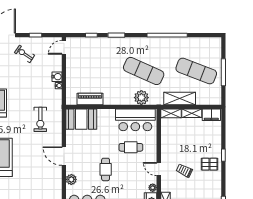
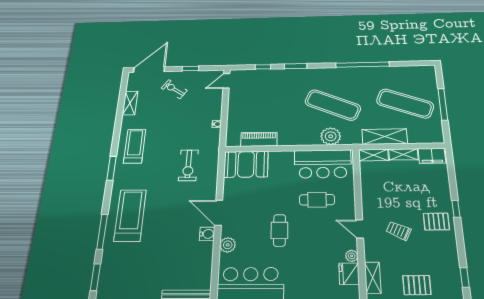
water cooler: (57, 77) -> (207, 234), moved

